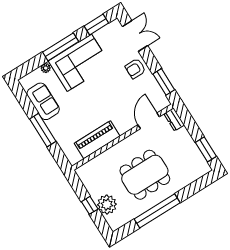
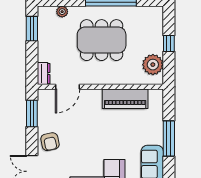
armchair: (135, 69) -> (50, 142), turned 78
plant: (190, 178) -> (62, 12), added
plant: (107, 205) -> (153, 65), moved

